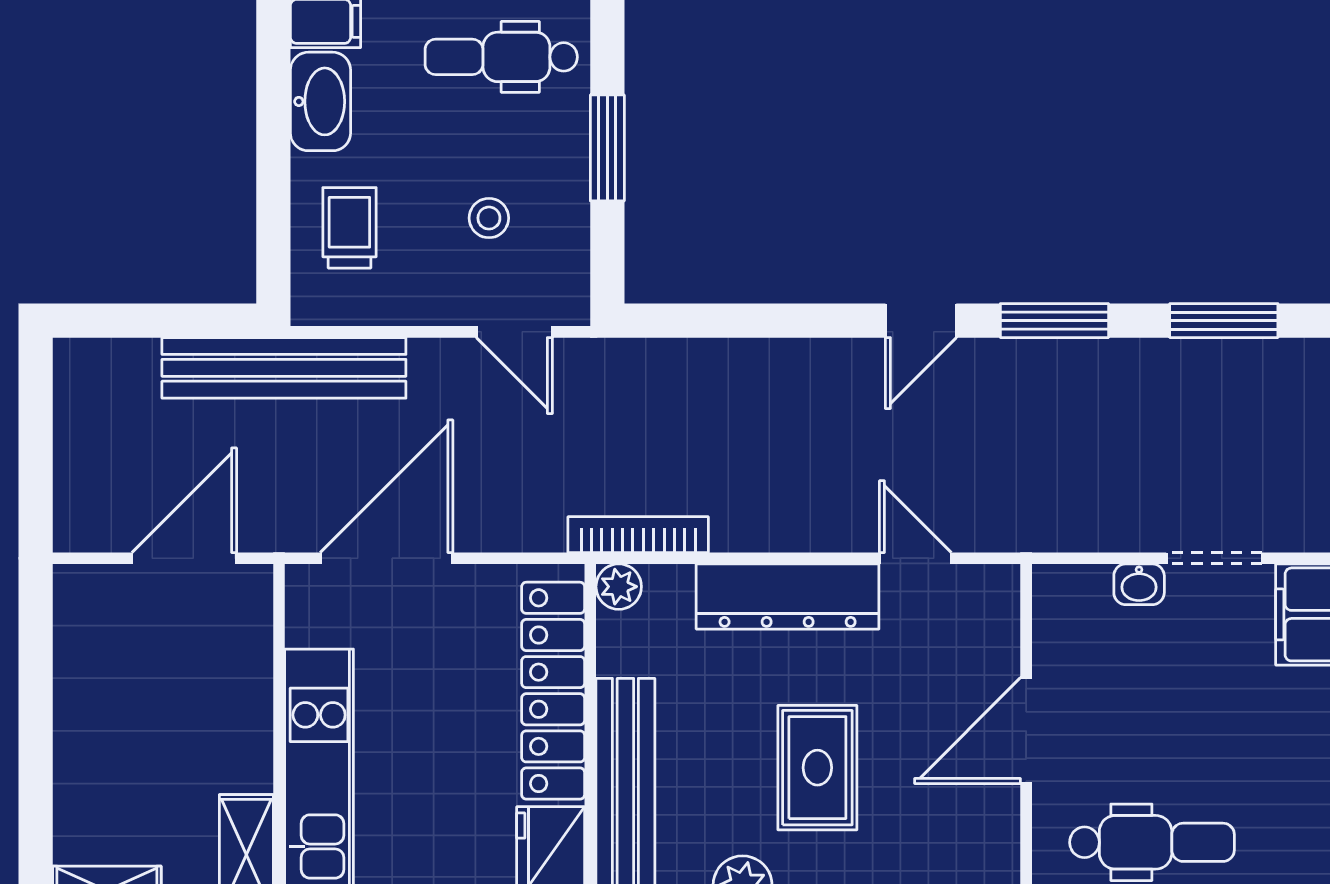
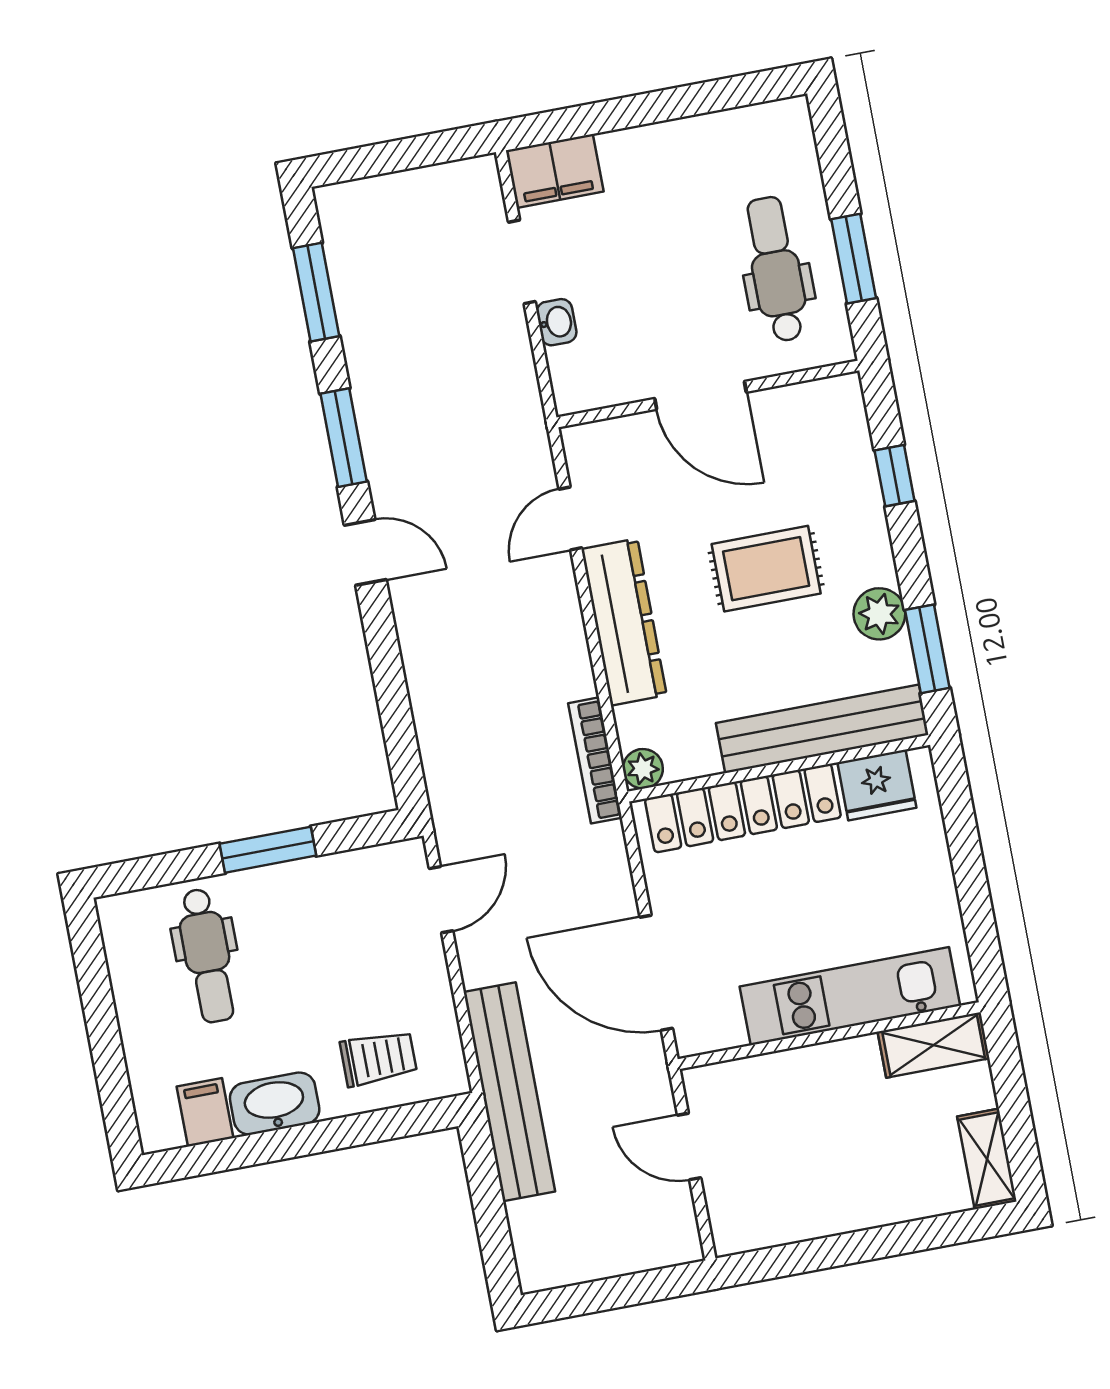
stool: (489, 218) -> (347, 940), removed
trolley: (349, 228) -> (378, 1058), turned 180
door: (184, 558) -> (689, 1146), width x0.73

